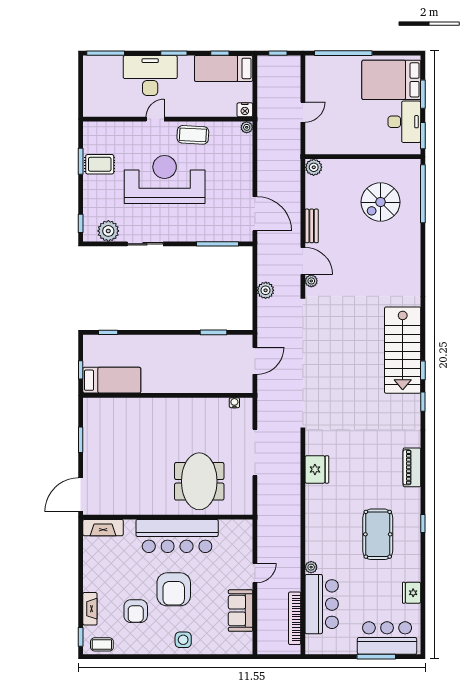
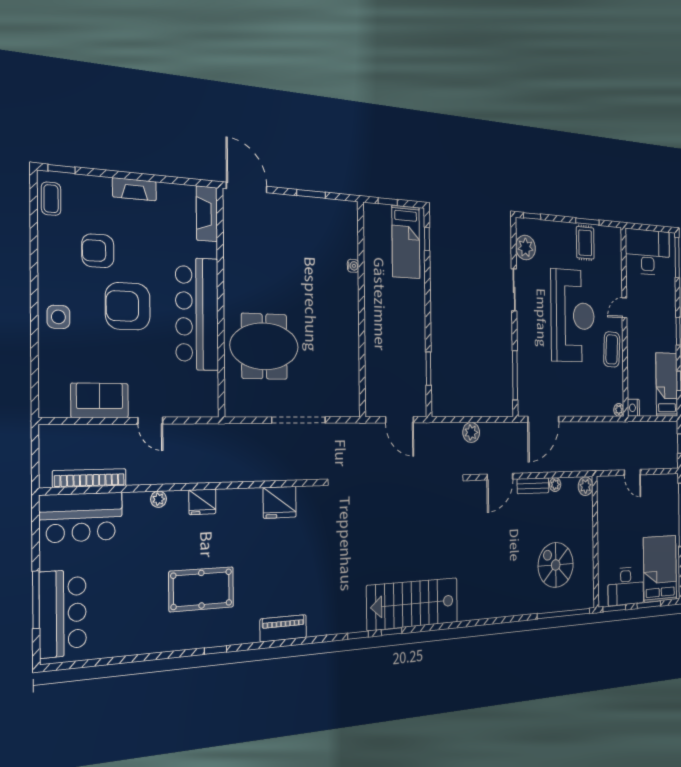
desk: (150, 76) -> (648, 252), moved, turned -90
door: (155, 119) -> (624, 308), swing flipped
plant: (311, 281) -> (555, 485), moved
bed: (112, 380) -> (406, 242), moved
water cooler: (234, 403) -> (353, 266), moved
fridge: (412, 593) -> (202, 502), moved, turned 180
bar counter: (322, 604) -> (81, 517), moved
fireplace: (90, 609) -> (134, 189), moved

